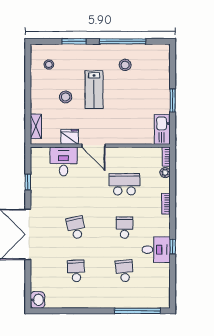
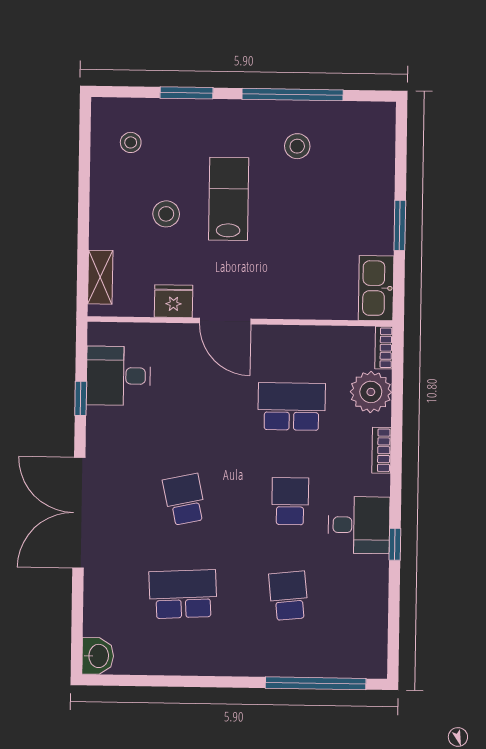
lab bench: (94, 90) -> (229, 199), turned 180
desk: (64, 161) -> (118, 376), moved, turned -90
plant: (165, 173) -> (371, 392), width x1.88, depth x1.88
desk: (156, 250) -> (359, 525), moved
school desk: (76, 271) -> (183, 594), width x1.85

